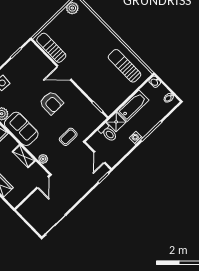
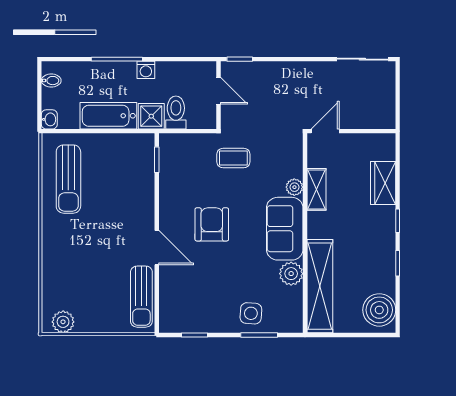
door: (100, 157) -> (219, 91), hinge flipped
plant: (43, 159) -> (294, 187), moved

